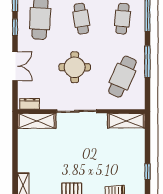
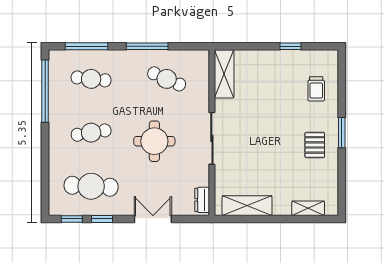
cafe table: (122, 77) -> (167, 79), width x0.73, depth x0.74
shelving: (37, 121) -> (247, 206), moved, turned 90

